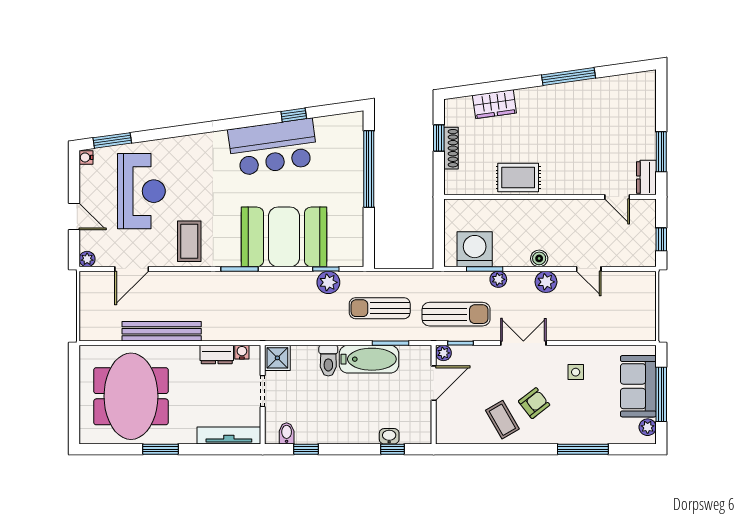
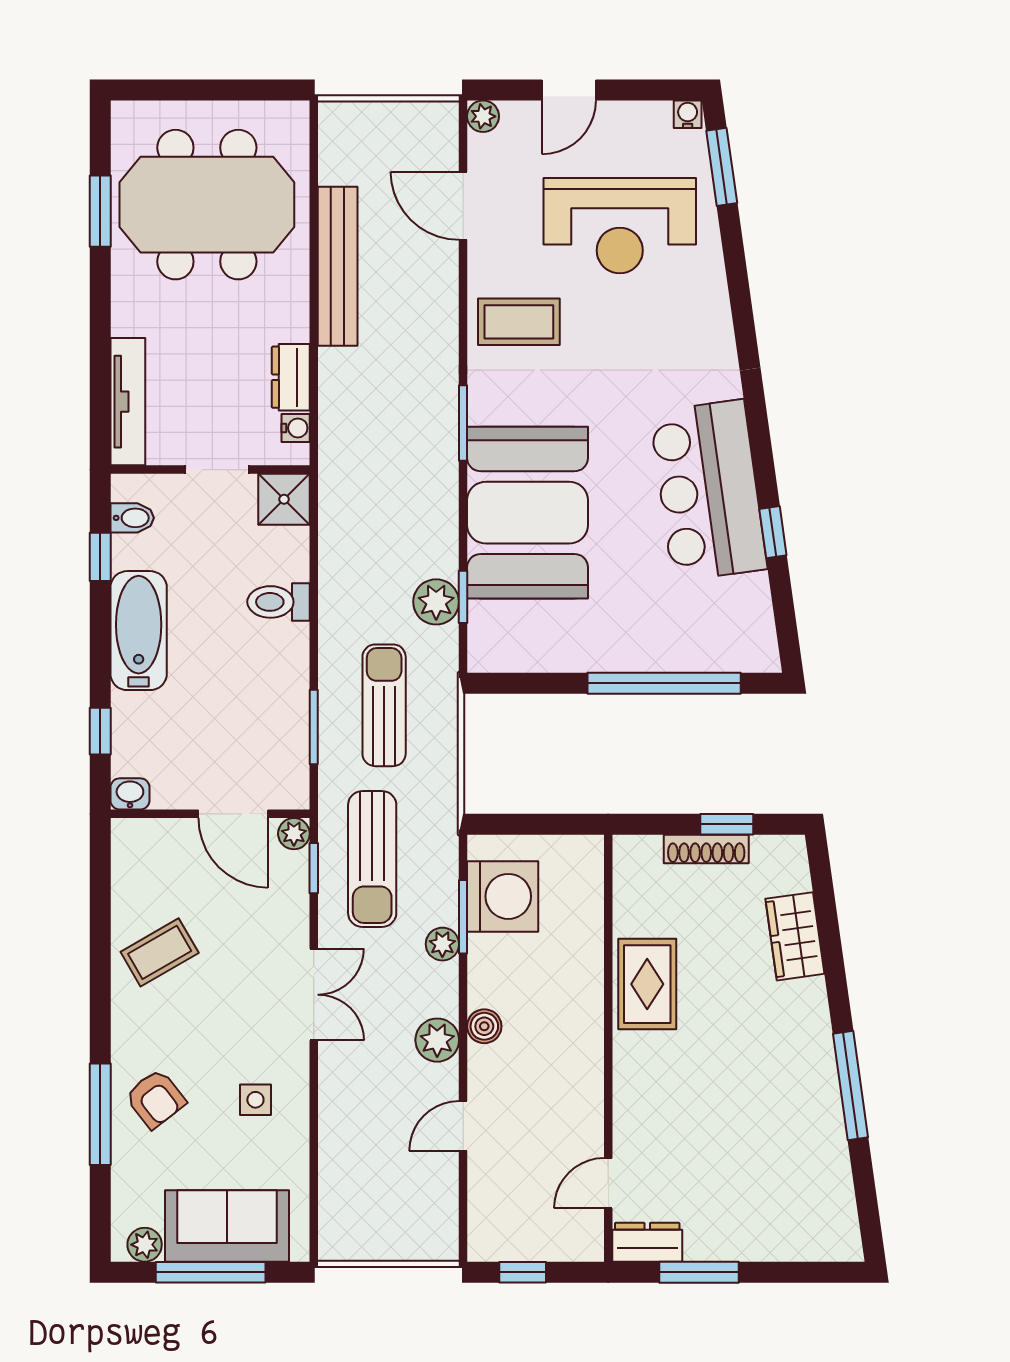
bathtub: (369, 359) -> (139, 631), moved, turned 180
armchair: (534, 403) -> (156, 1099), moved
washbasin: (389, 436) -> (130, 794), moved, turned -90
window: (161, 449) -> (100, 211), moved

